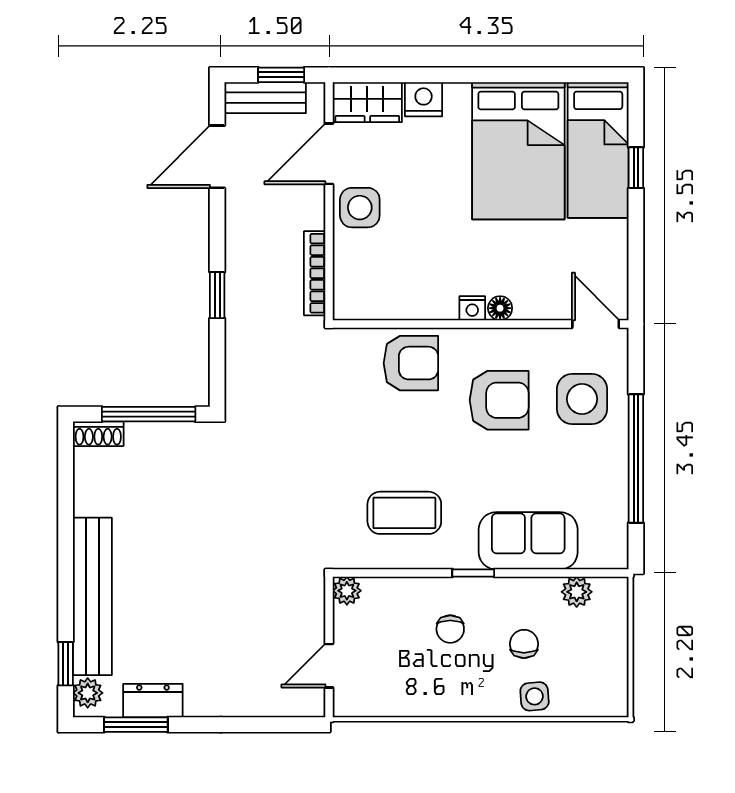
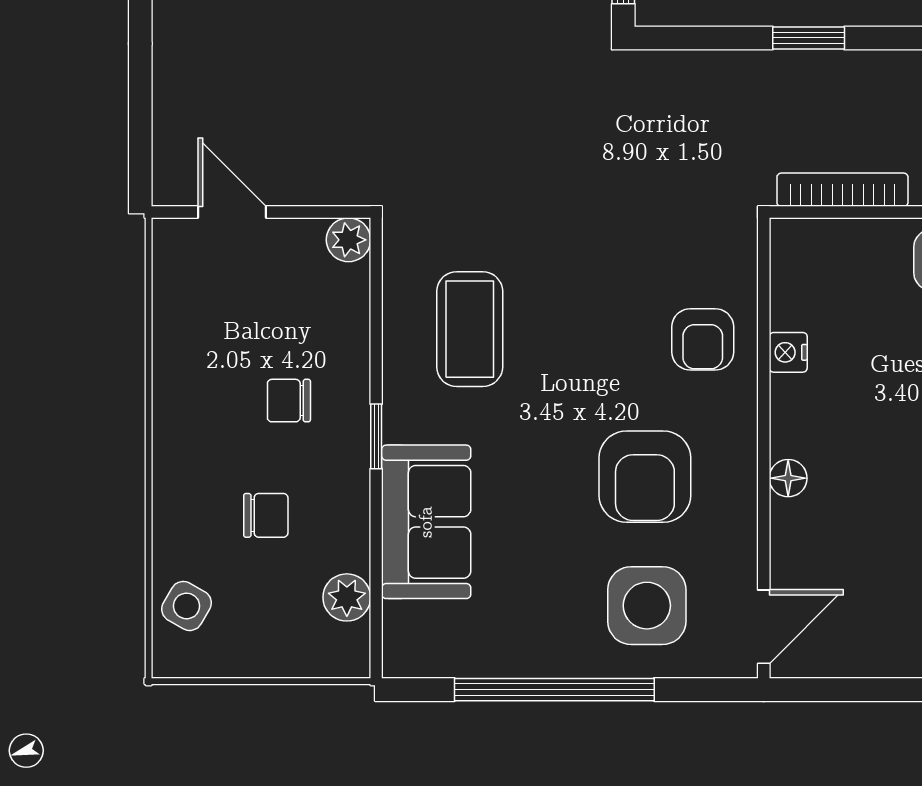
nightstand: (472, 308) -> (788, 352), moved
armchair: (411, 363) -> (703, 339), width x0.72, depth x0.72
side table: (535, 696) -> (187, 606), moved, turned 35

